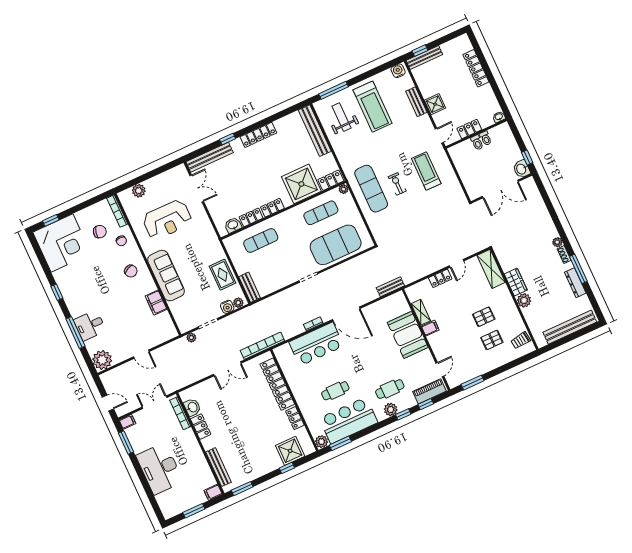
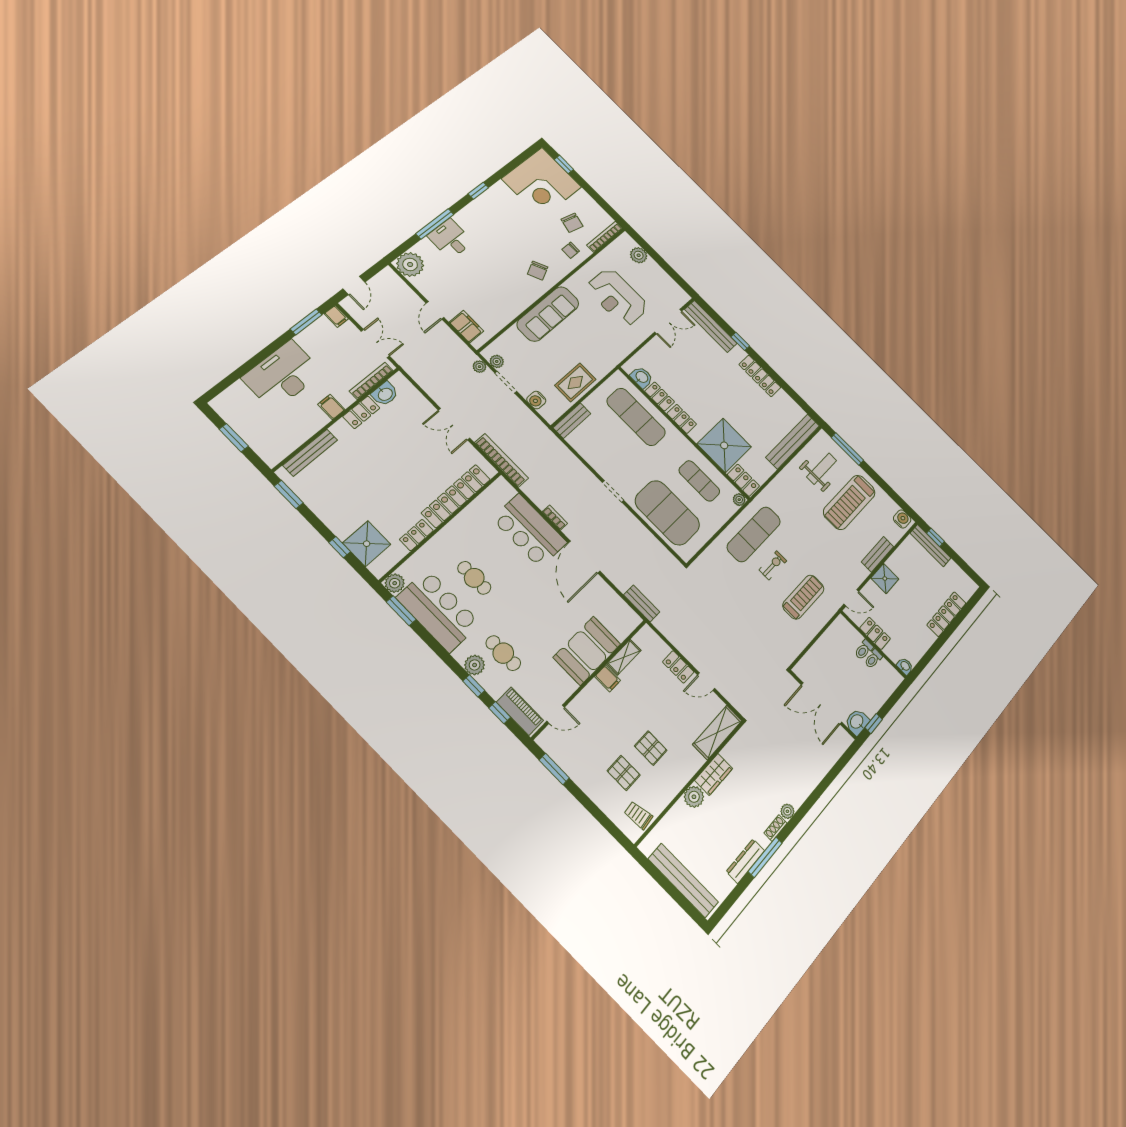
exercise mat: (261, 240) -> (636, 417), width x1.36, depth x1.45
filing cabinet: (156, 303) -> (466, 327), moved, turned 90
plant: (238, 303) -> (497, 361), moved
filing cabinet: (213, 492) -> (331, 407), moved

